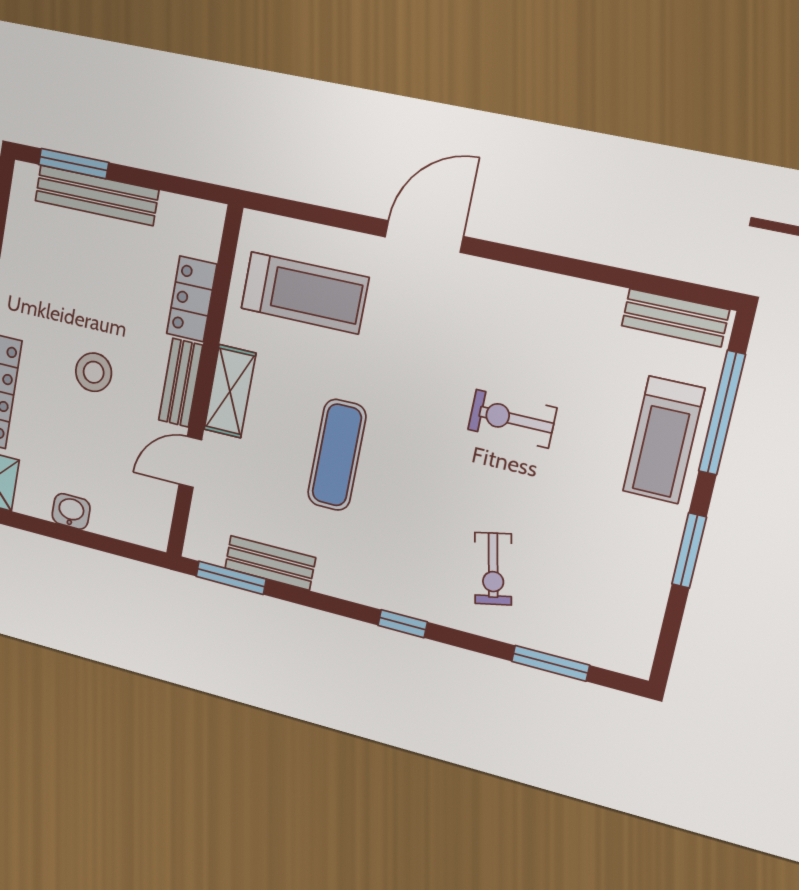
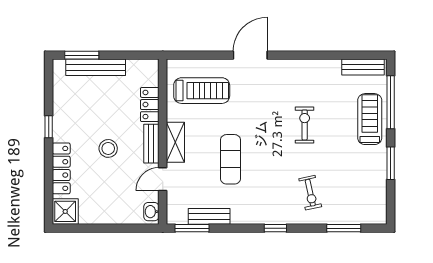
exercise bike: (512, 419) -> (305, 125), turned 90
treadmill: (664, 440) -> (370, 119), turned 180
washbasin: (71, 511) -> (151, 212), moved, turned -90

